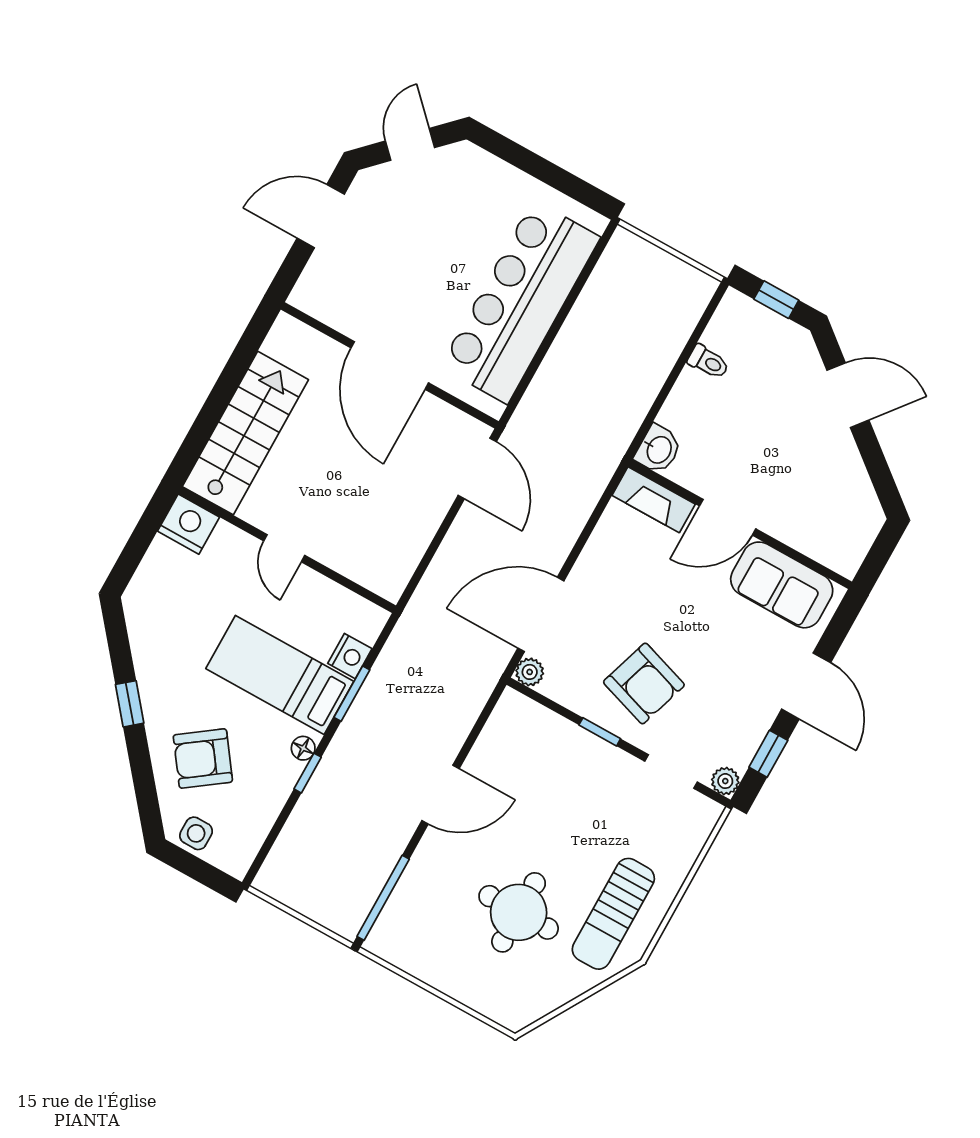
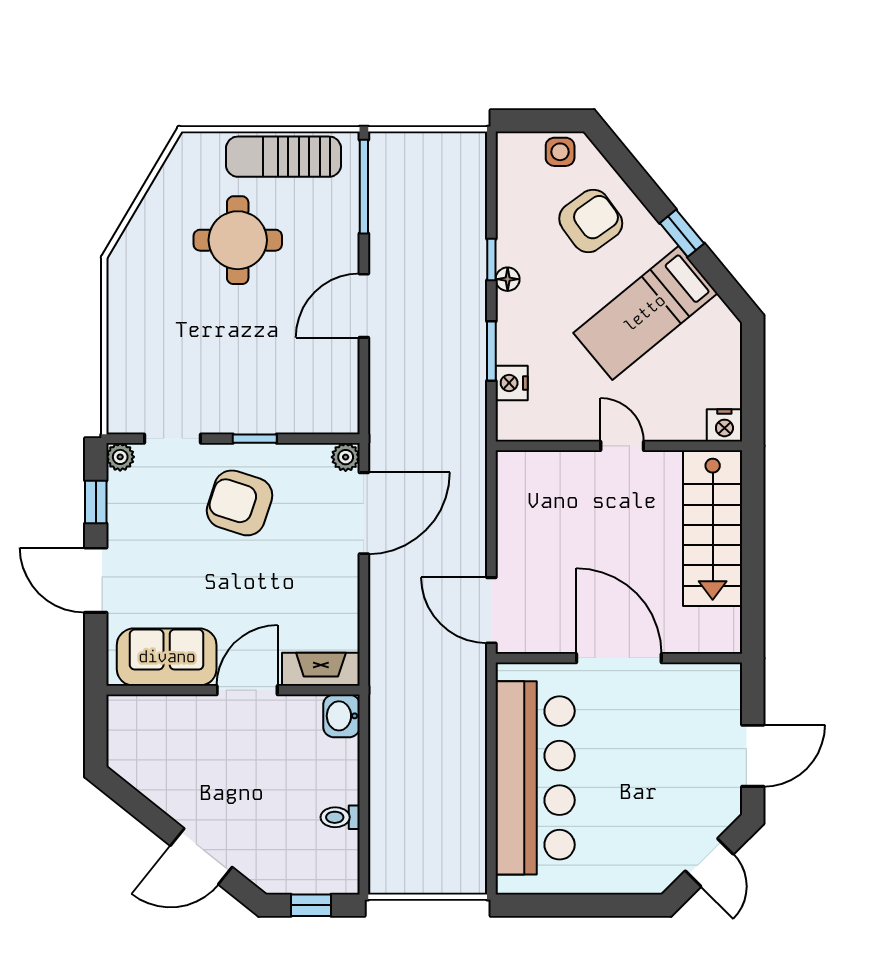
nightstand: (188, 524) -> (724, 425), width x0.74, depth x0.75
bed: (280, 675) -> (645, 313), moved, turned 140
sun lounger: (613, 914) -> (284, 157), moved, turned -90

